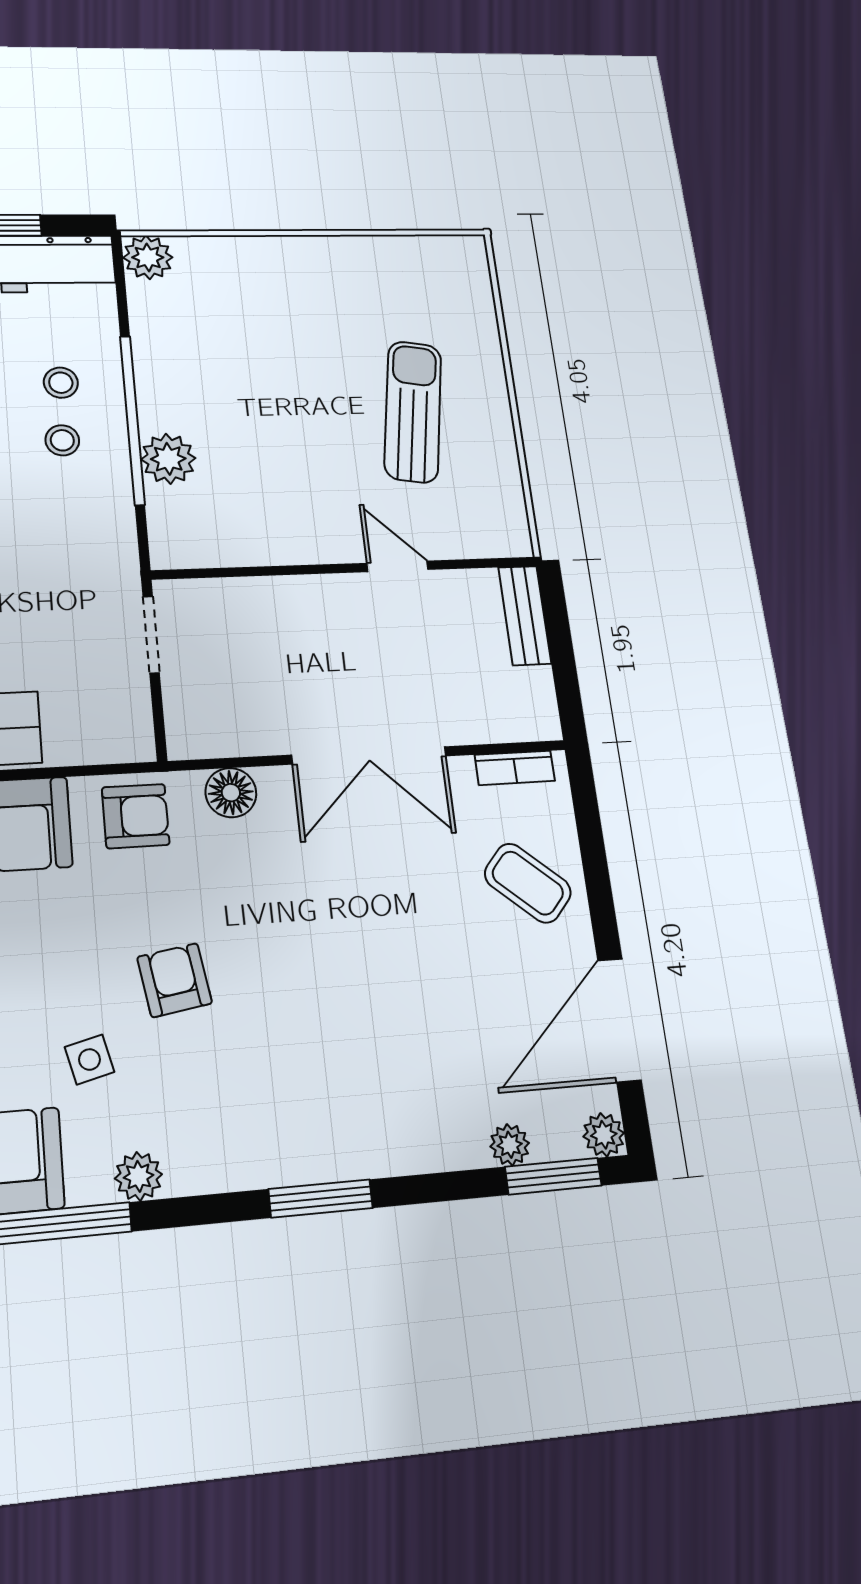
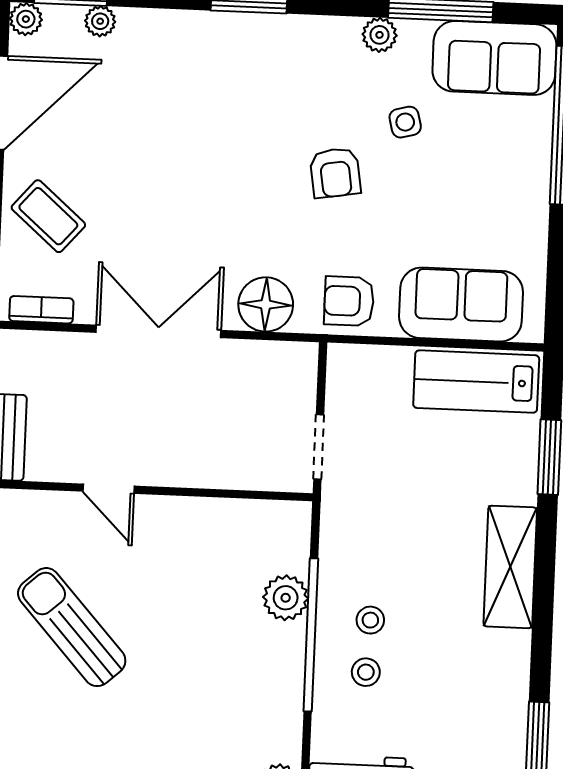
sun lounger: (413, 412) -> (72, 627), turned 129
floor lamp: (231, 793) -> (266, 304), width x1.38, depth x1.38

